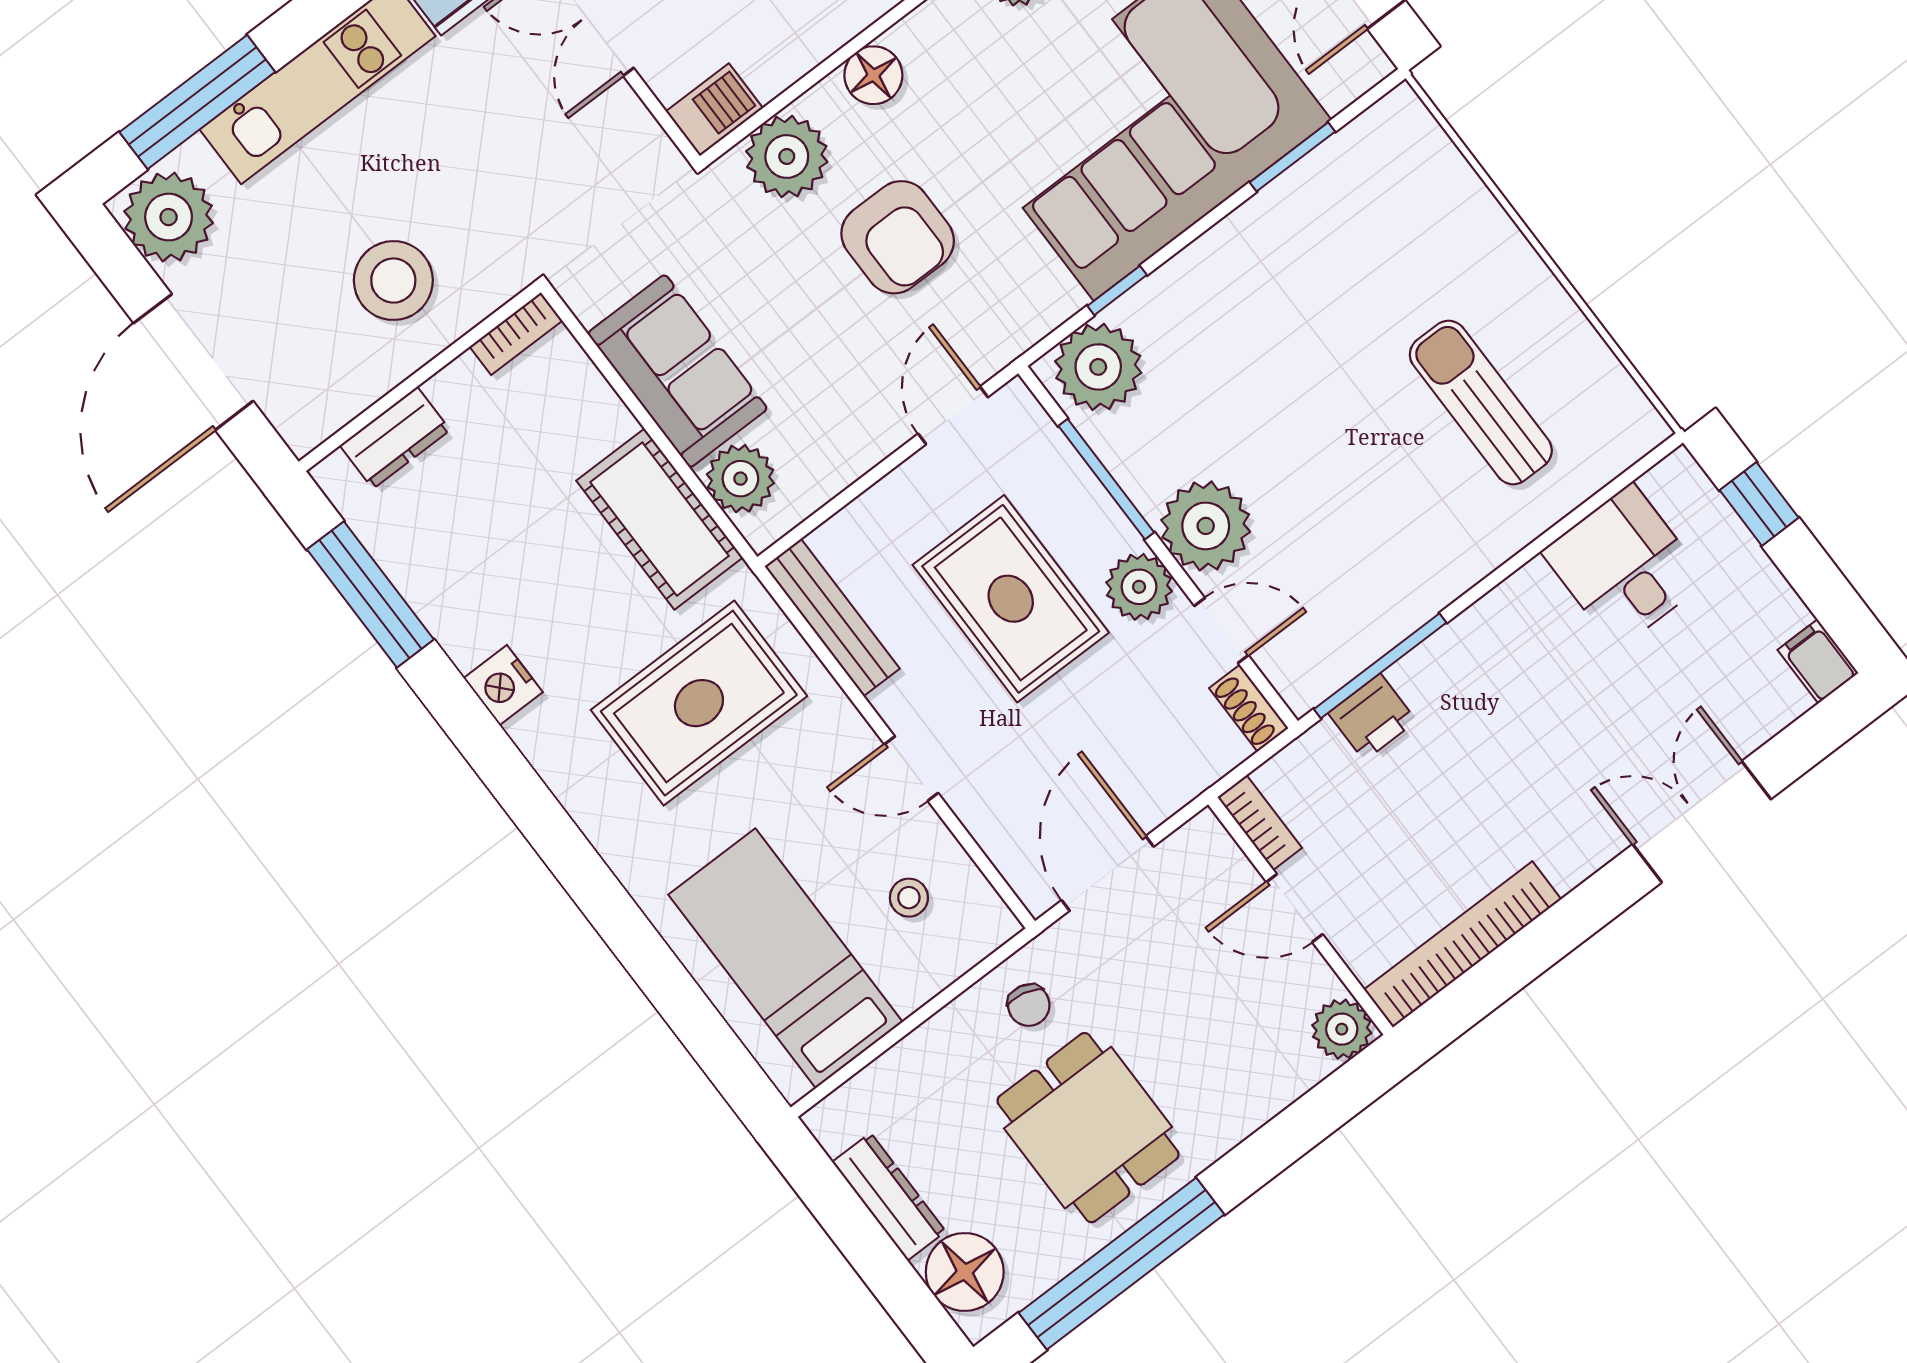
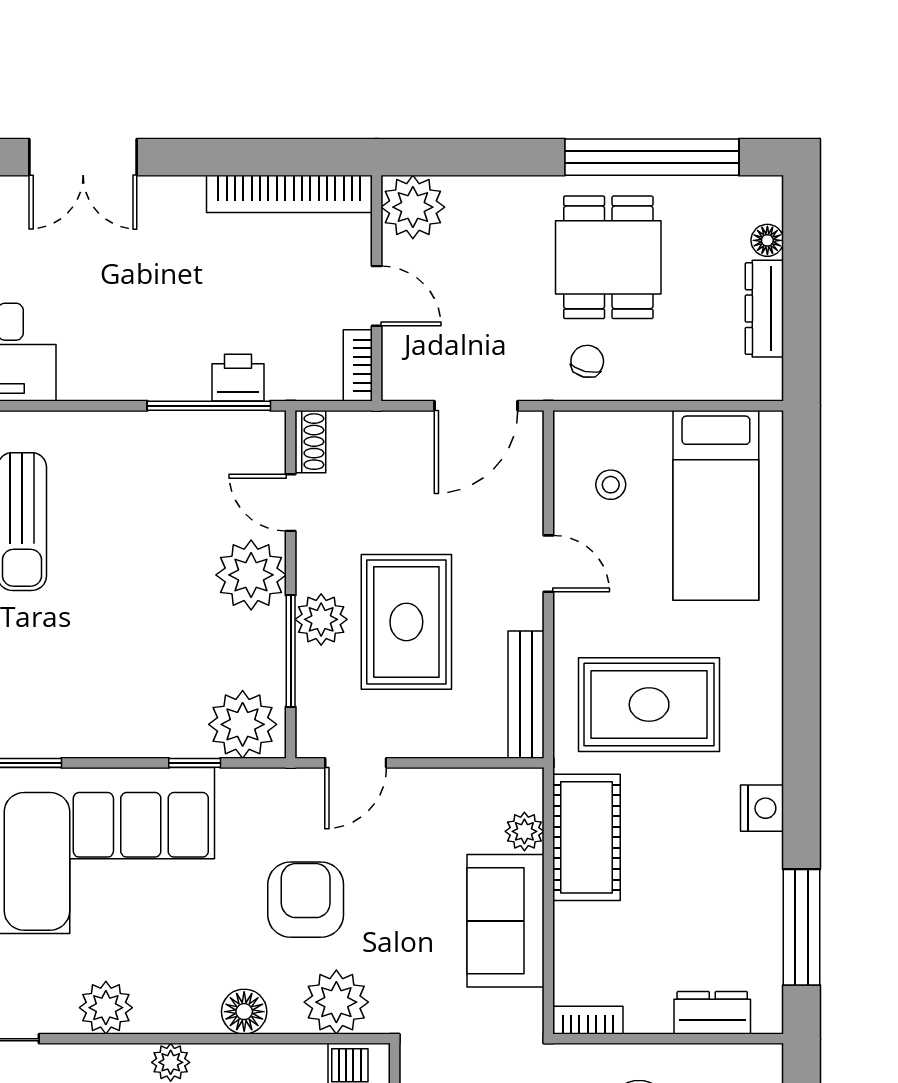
plant: (740, 479) -> (524, 831), width x0.73, depth x0.73
plant: (1139, 587) -> (321, 619), moved
plant: (1342, 1029) -> (413, 207), width x1.36, depth x1.36
floor lamp: (965, 1272) -> (767, 240), width x0.53, depth x0.53

